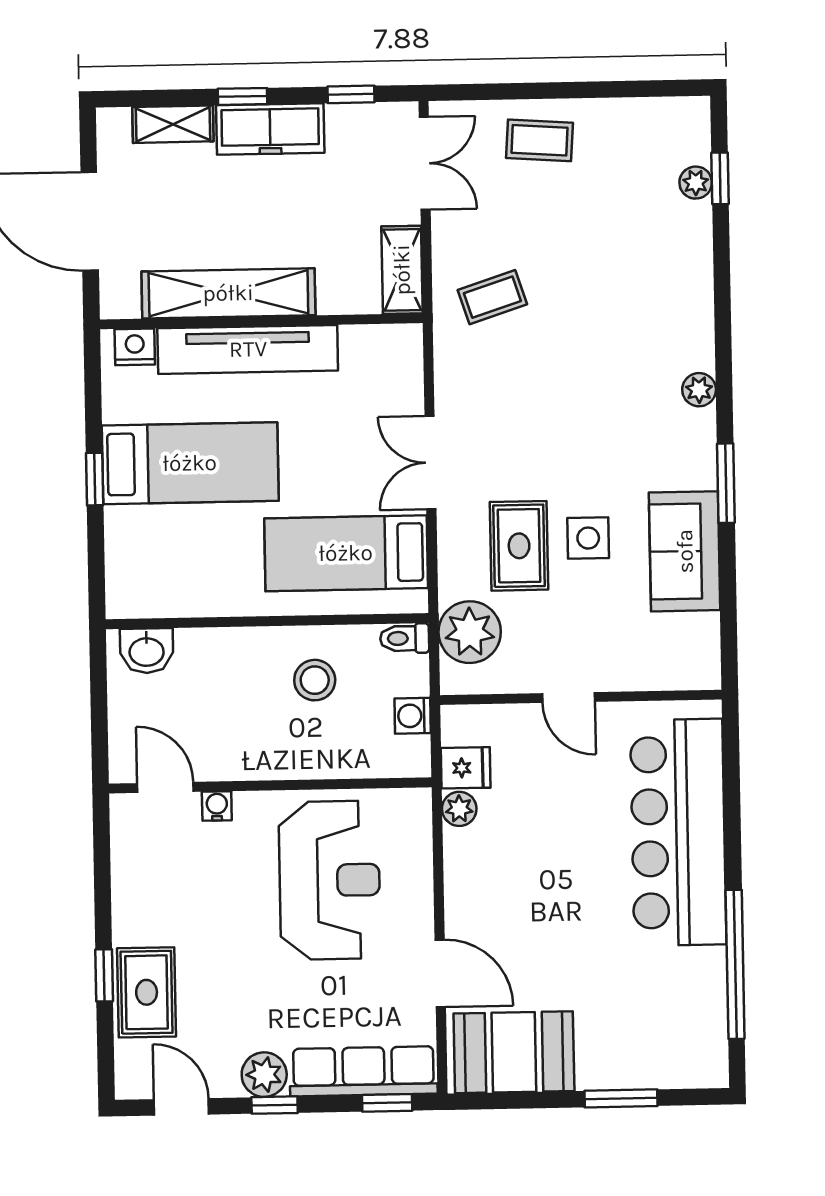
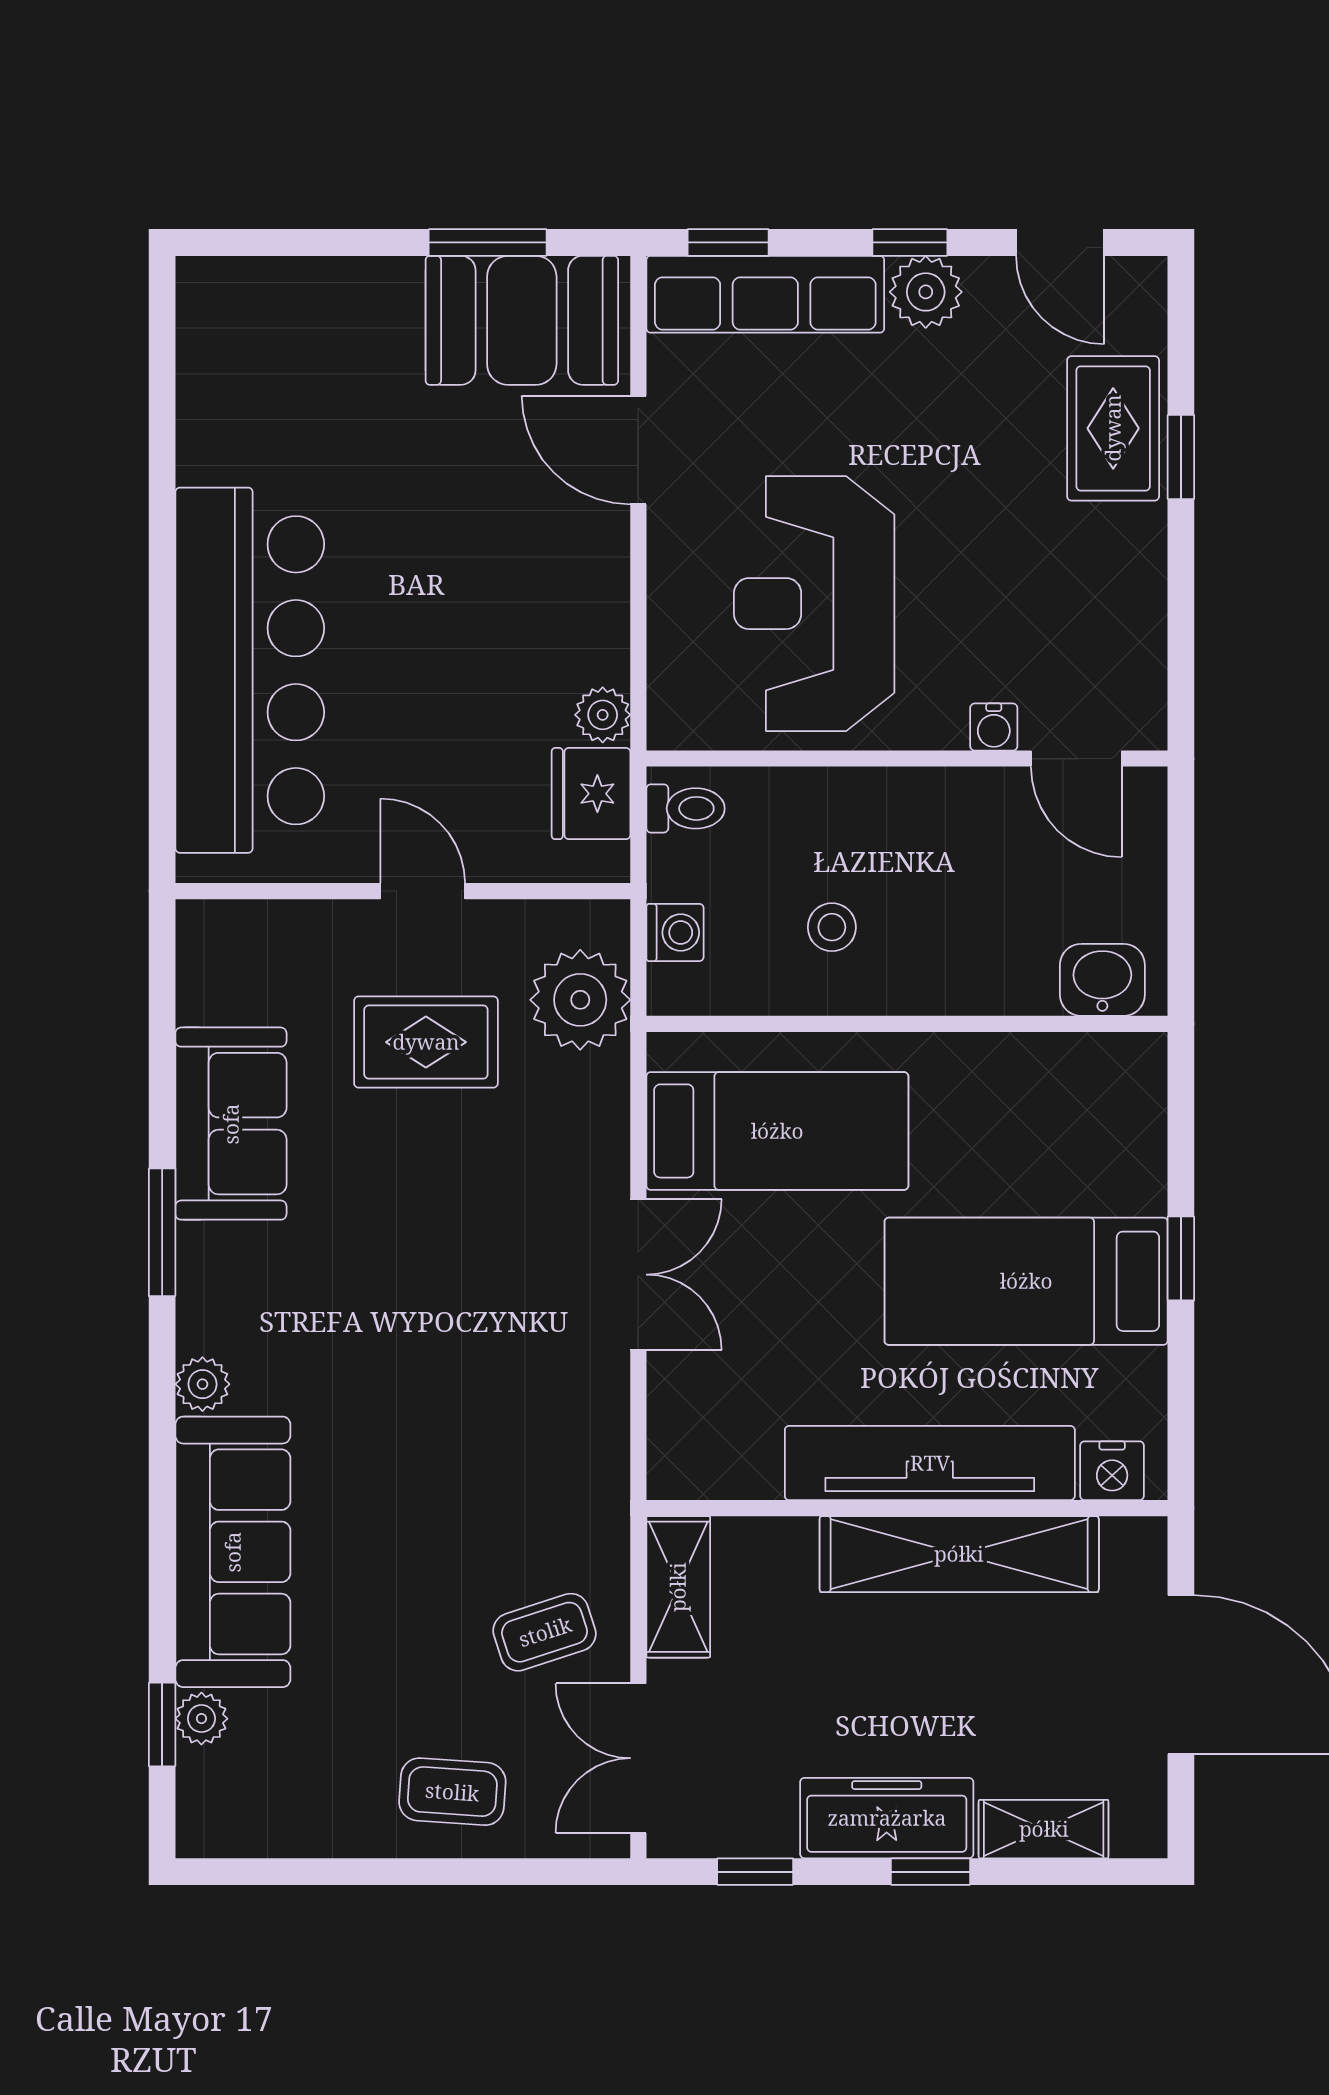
sofa: (678, 286) -> (233, 1552), added
coffee table: (492, 297) -> (545, 1632), moved
side table: (588, 538) -> (386, 1148), removed
rug: (519, 546) -> (426, 1042), moved, turned 90
toilet: (405, 638) -> (686, 808), moved
stool: (315, 680) -> (832, 927), width x0.73, depth x0.73
washing machine: (413, 716) -> (675, 933), moved
fridge: (466, 768) -> (591, 794), width x1.38
window: (735, 964) -> (162, 455), removed
window: (621, 1098) -> (488, 242), moved

